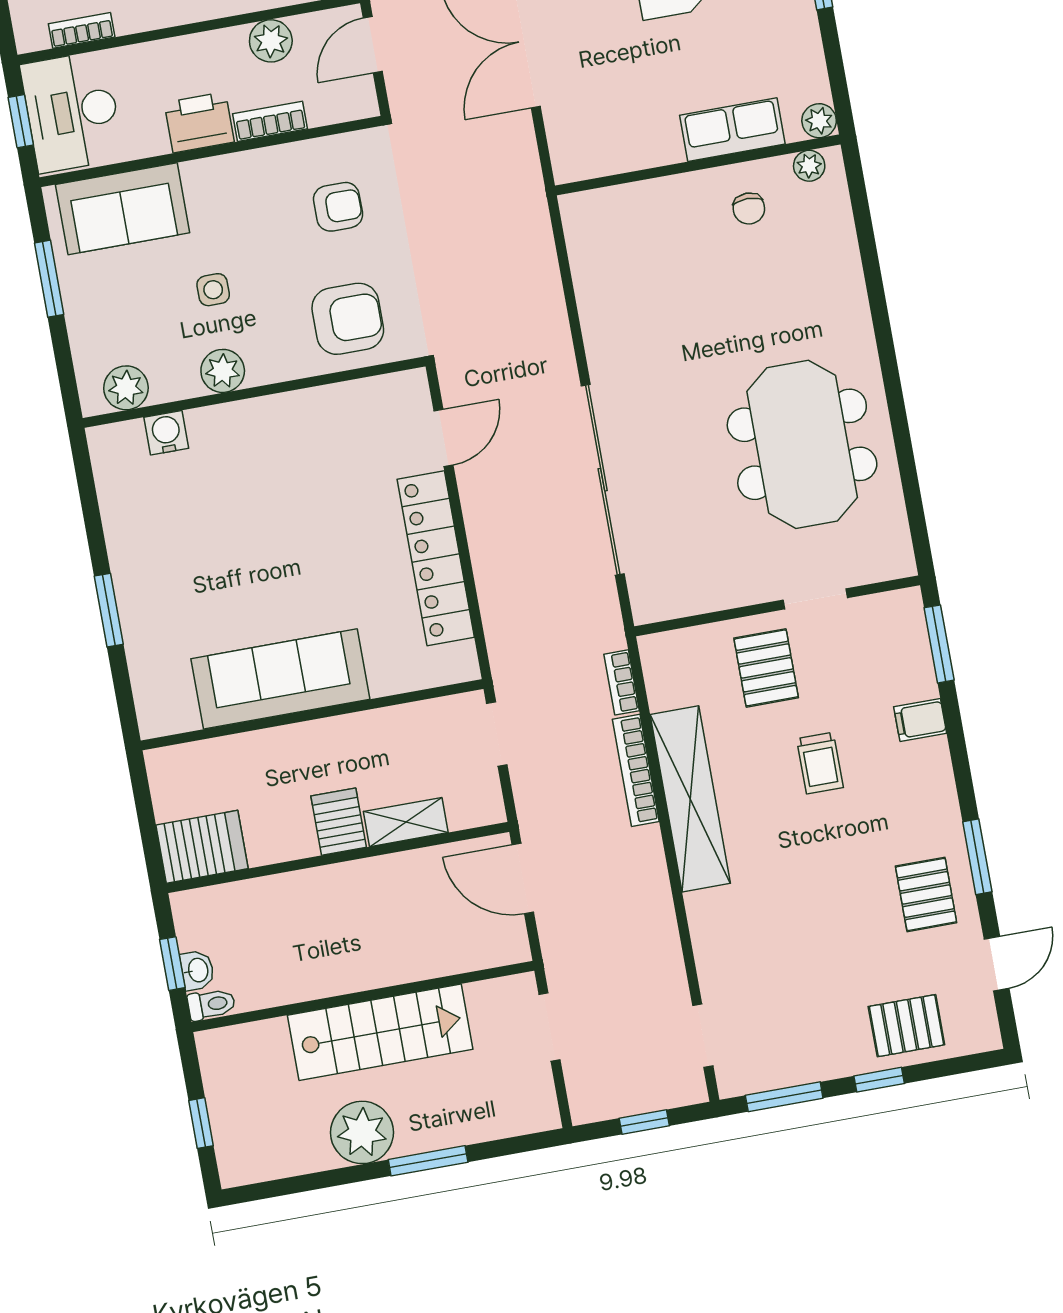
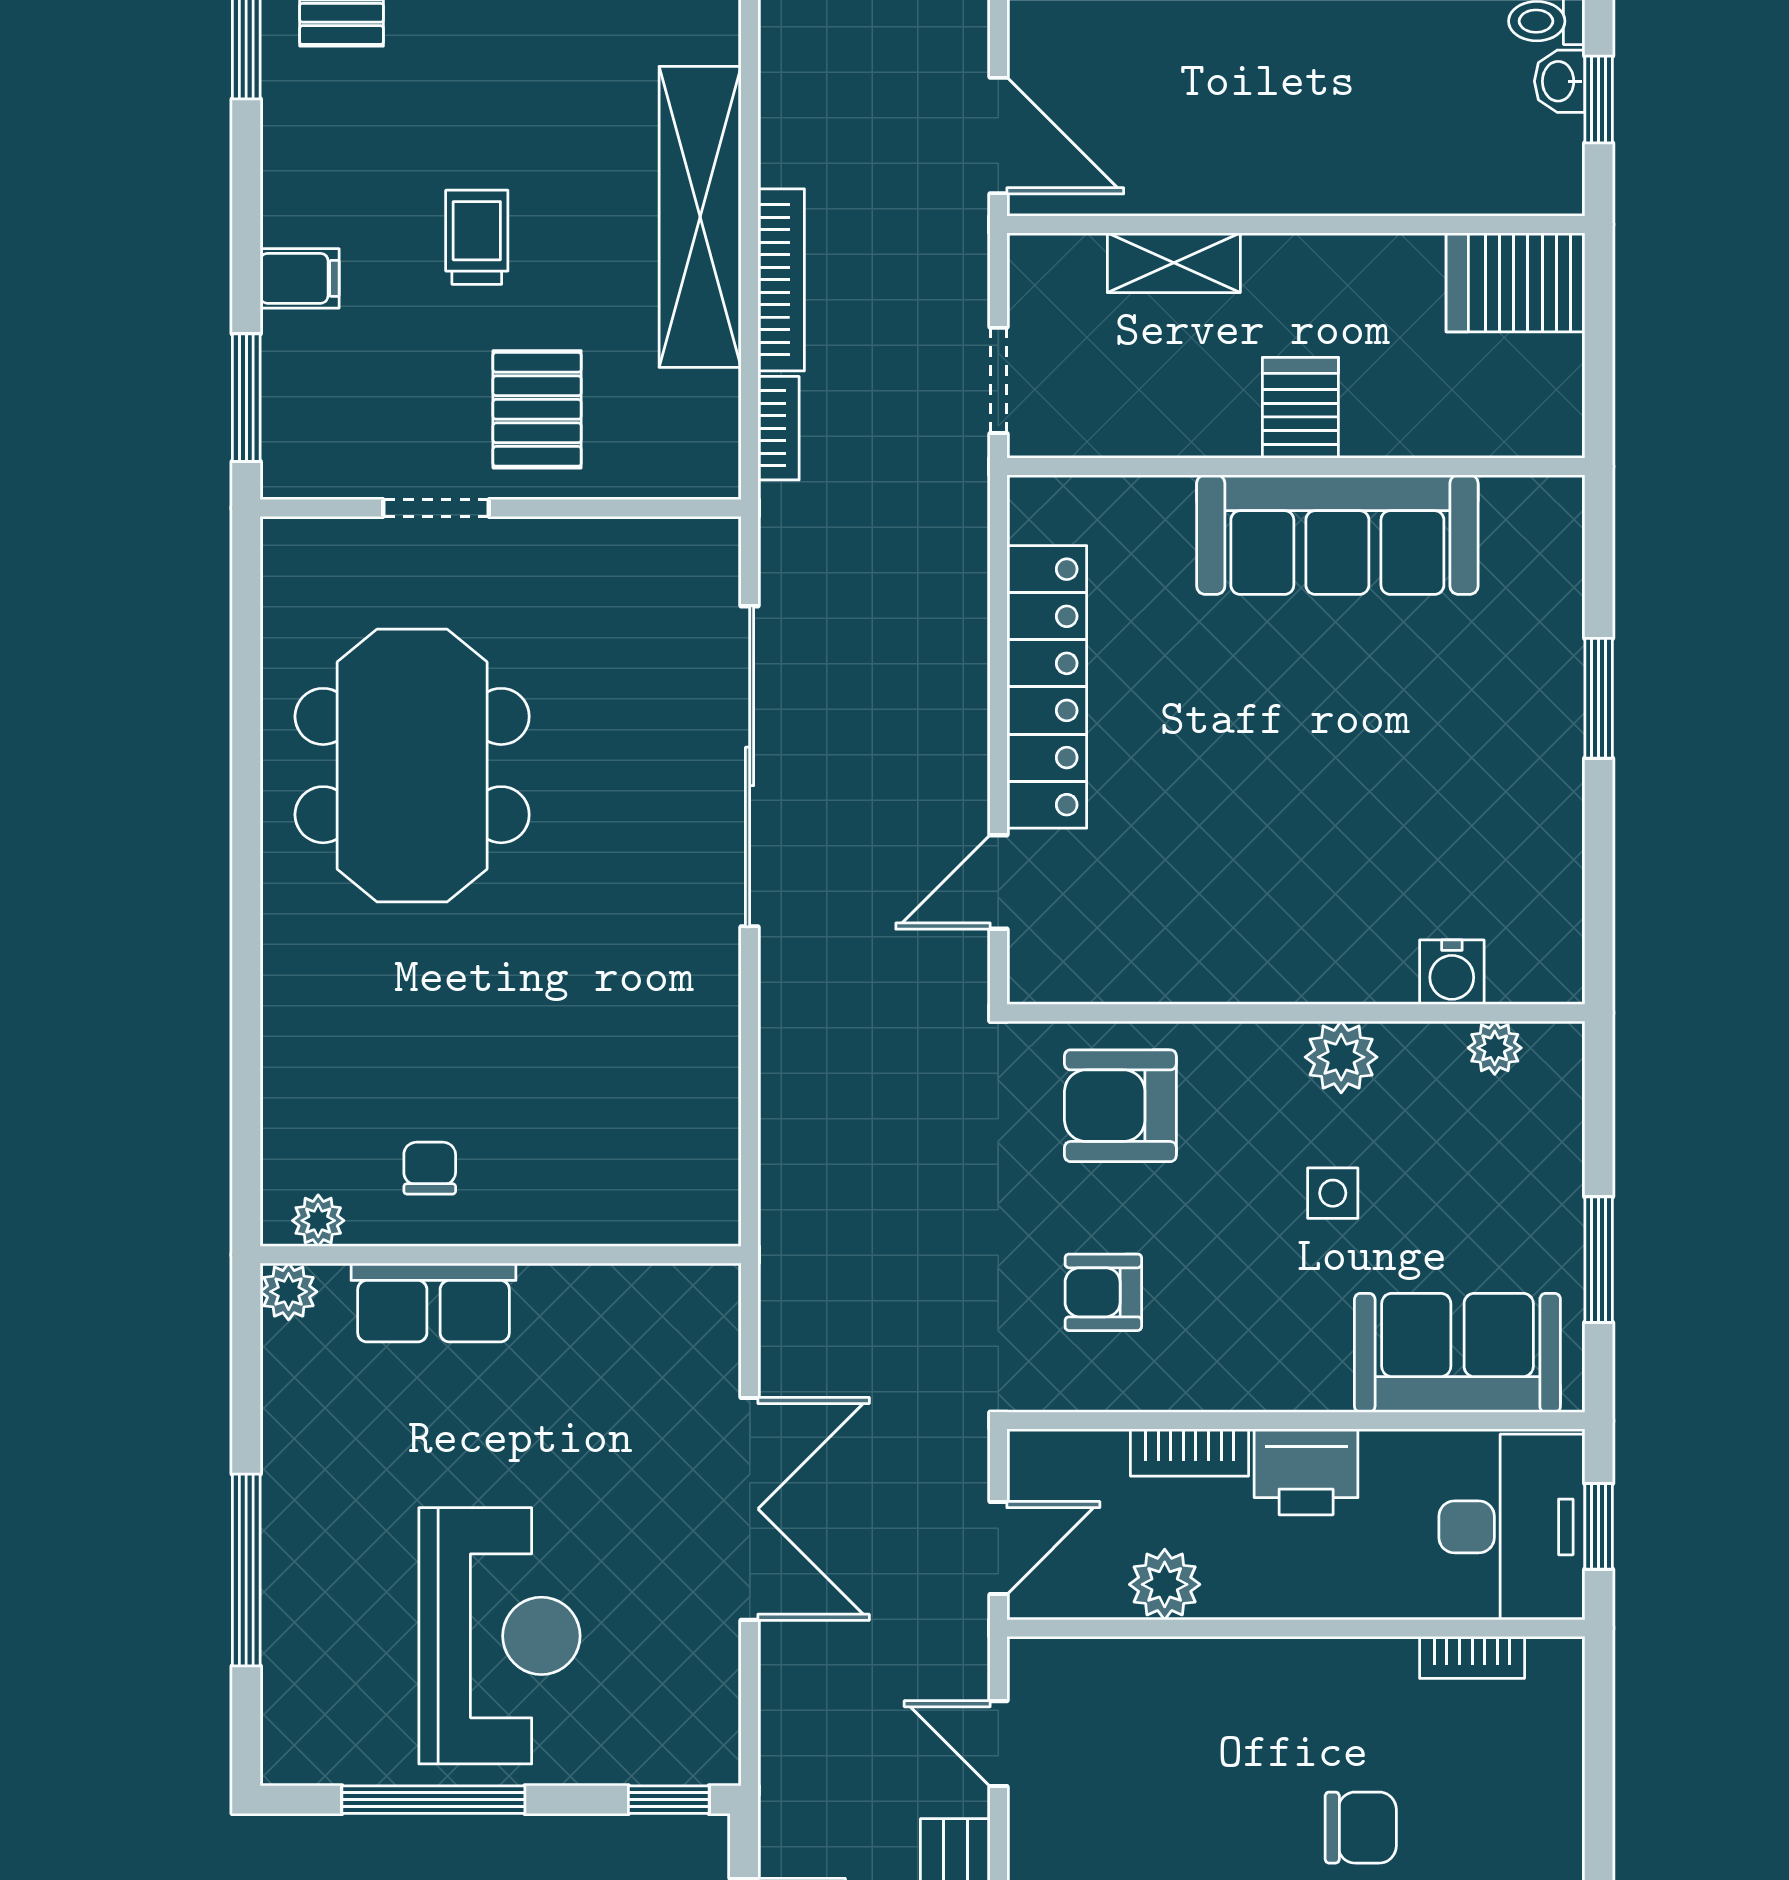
plant: (126, 388) -> (1495, 1048), width x0.73, depth x0.73
server rack: (339, 822) -> (1300, 408), moved, turned 180

